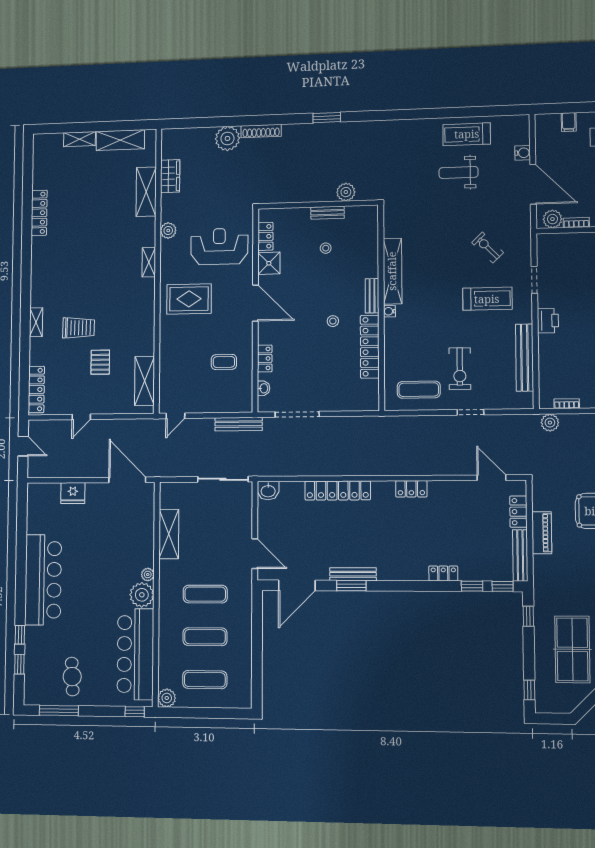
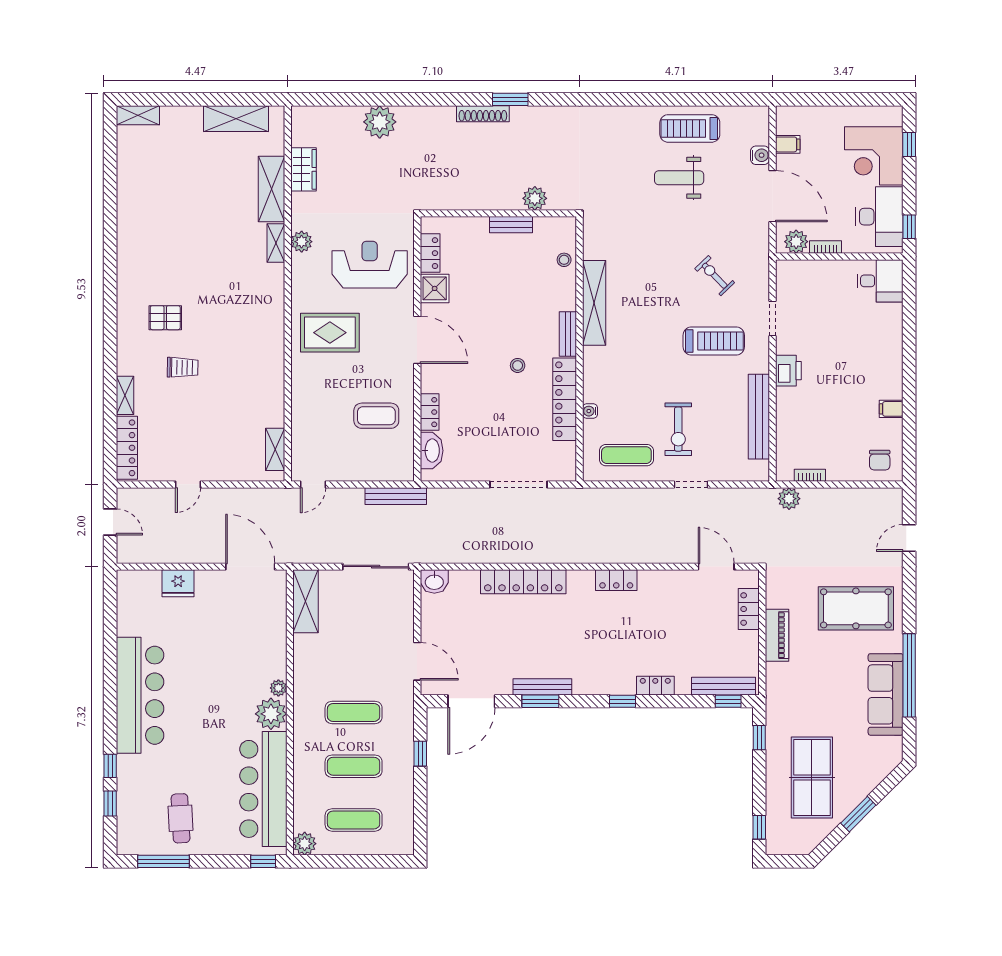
filing cabinet: (569, 122) -> (788, 144), moved, turned -90
shoe rack: (261, 131) -> (483, 114), moved
shelving: (79, 139) -> (138, 115), moved
locker: (39, 213) -> (127, 213), removed
stool: (326, 248) -> (564, 260), moved
shelving: (149, 262) -> (276, 243), moved
water cooler: (389, 311) -> (590, 411), moved
shelving: (36, 322) -> (125, 395), moved
trolley: (79, 328) -> (183, 367), width x0.73, depth x0.72
pallet: (100, 362) -> (165, 318), moved, turned 90
coffee table: (224, 362) -> (376, 416), width x1.36, depth x1.30
shelving: (145, 381) -> (275, 449), width x0.67, depth x0.75
washbasin: (264, 388) -> (432, 451), width x1.91, depth x1.45
doorway: (297, 414) -> (519, 484), moved
shelving: (169, 534) -> (306, 601), moved
bench: (520, 555) -> (723, 686), moved, turned 90
window: (472, 586) -> (622, 701), moved
window: (257, 627) -> (420, 754), added

